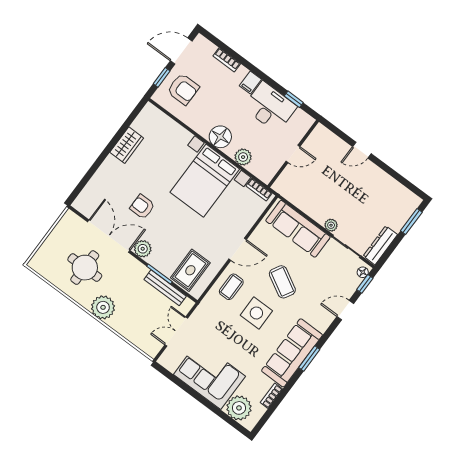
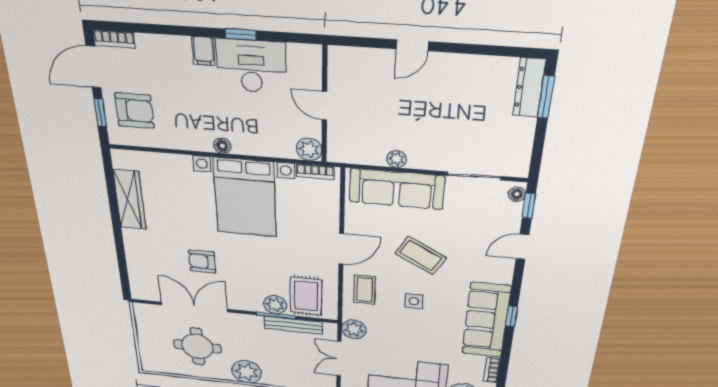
bookcase: (227, 60) -> (114, 39), moved
window: (294, 99) -> (241, 34), moved
floor lamp: (220, 137) -> (222, 146), width x0.53, depth x0.53
wardrobe: (127, 145) -> (130, 200), width x1.50
door: (293, 154) -> (324, 106), swing flipped
plant: (243, 157) -> (309, 149), moved
plant: (331, 225) -> (397, 159), moved
dresser: (380, 245) -> (529, 88), moved
plant: (143, 249) -> (275, 305), moved
plant: (203, 313) -> (354, 329), added
side table: (256, 313) -> (414, 301), width x0.54, depth x0.54
window: (309, 358) -> (512, 316), width x0.67

